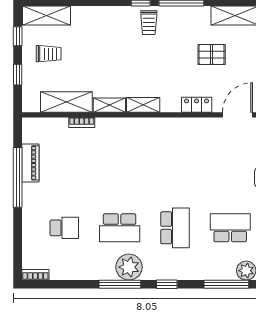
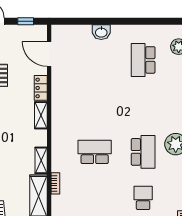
shelving: (143, 105) -> (41, 115), moved
school desk: (175, 228) -> (95, 152), moved

